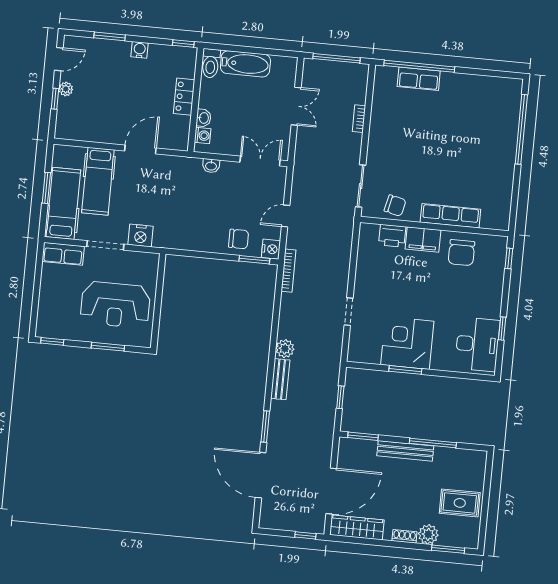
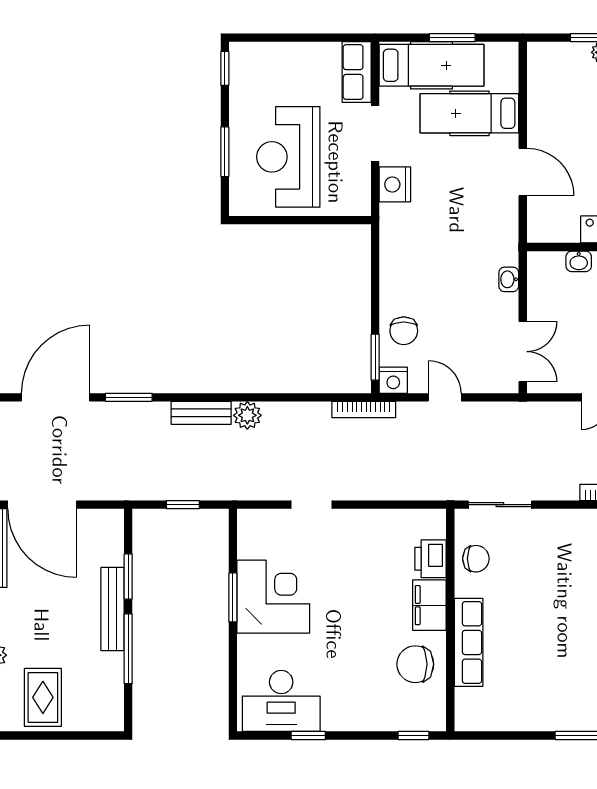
washing machine: (203, 135) -> (552, 262), removed
chair: (395, 206) -> (476, 559), turned -103
window: (363, 436) -> (128, 576), moved

